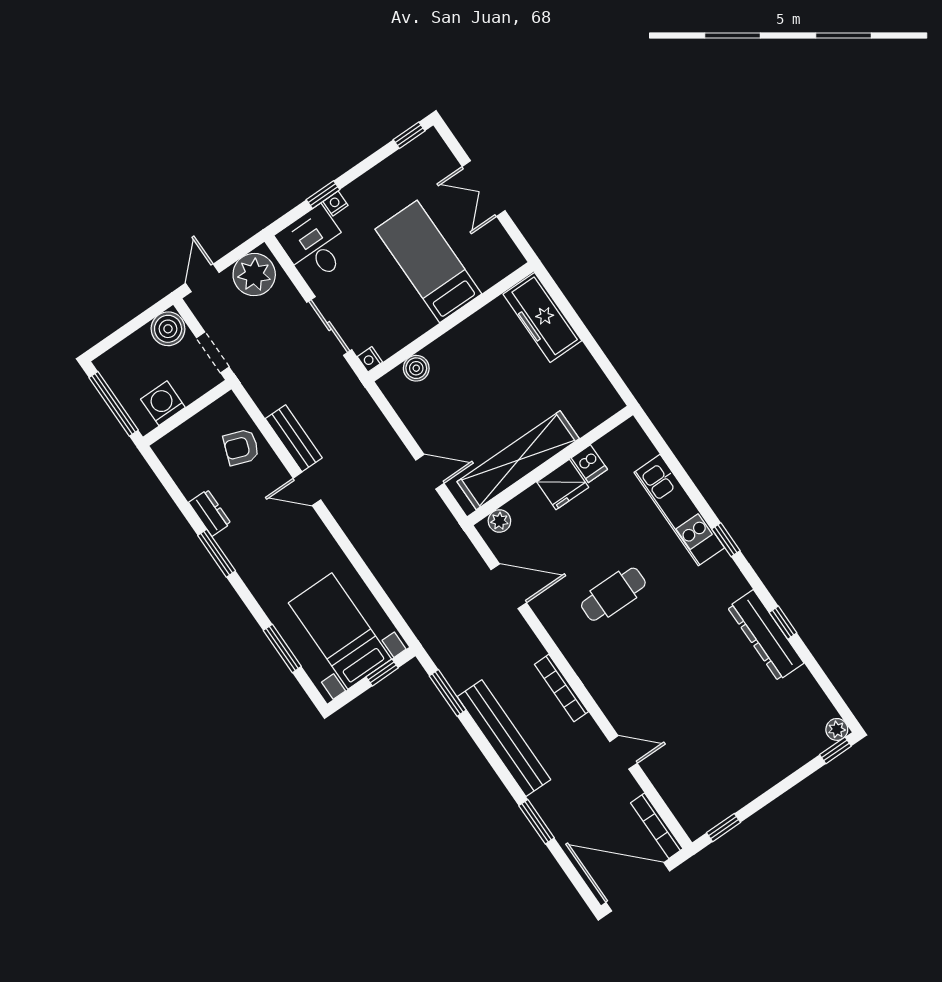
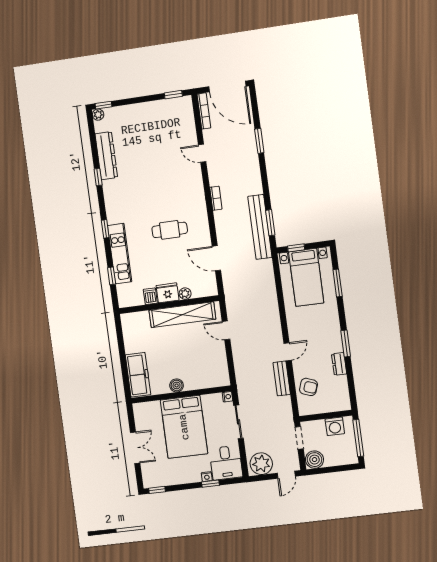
bed: (428, 262) -> (184, 427), width x1.50
boiler: (416, 368) -> (177, 385), moved
window: (674, 465) -> (112, 276), added
door: (307, 489) -> (288, 352), hinge flipped
plant: (499, 521) -> (185, 294), moved
dresser: (766, 635) -> (106, 156), moved
bookcase: (561, 688) -> (216, 198), width x0.64
bench: (504, 738) -> (260, 227), moved

